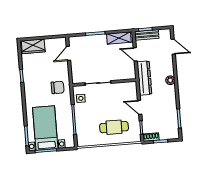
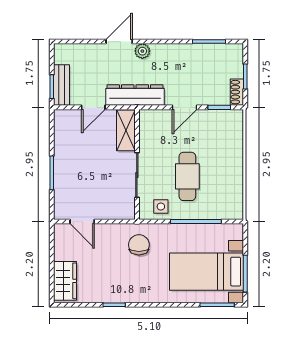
shelving: (119, 38) -> (126, 130), moved
door: (173, 47) -> (119, 42), moved
cafe table: (114, 127) -> (187, 176), moved

